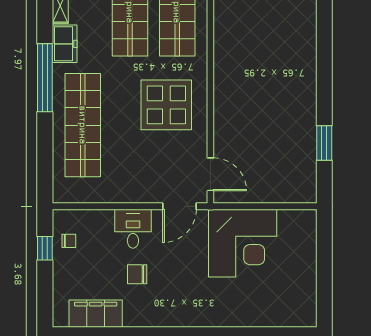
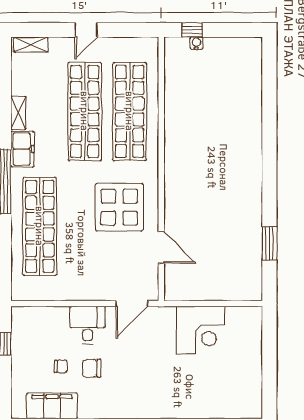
door: (210, 174) -> (161, 247), moved
chair: (69, 241) -> (61, 366), moved
corner desk: (243, 243) -> (200, 330), width x0.74, depth x0.74

